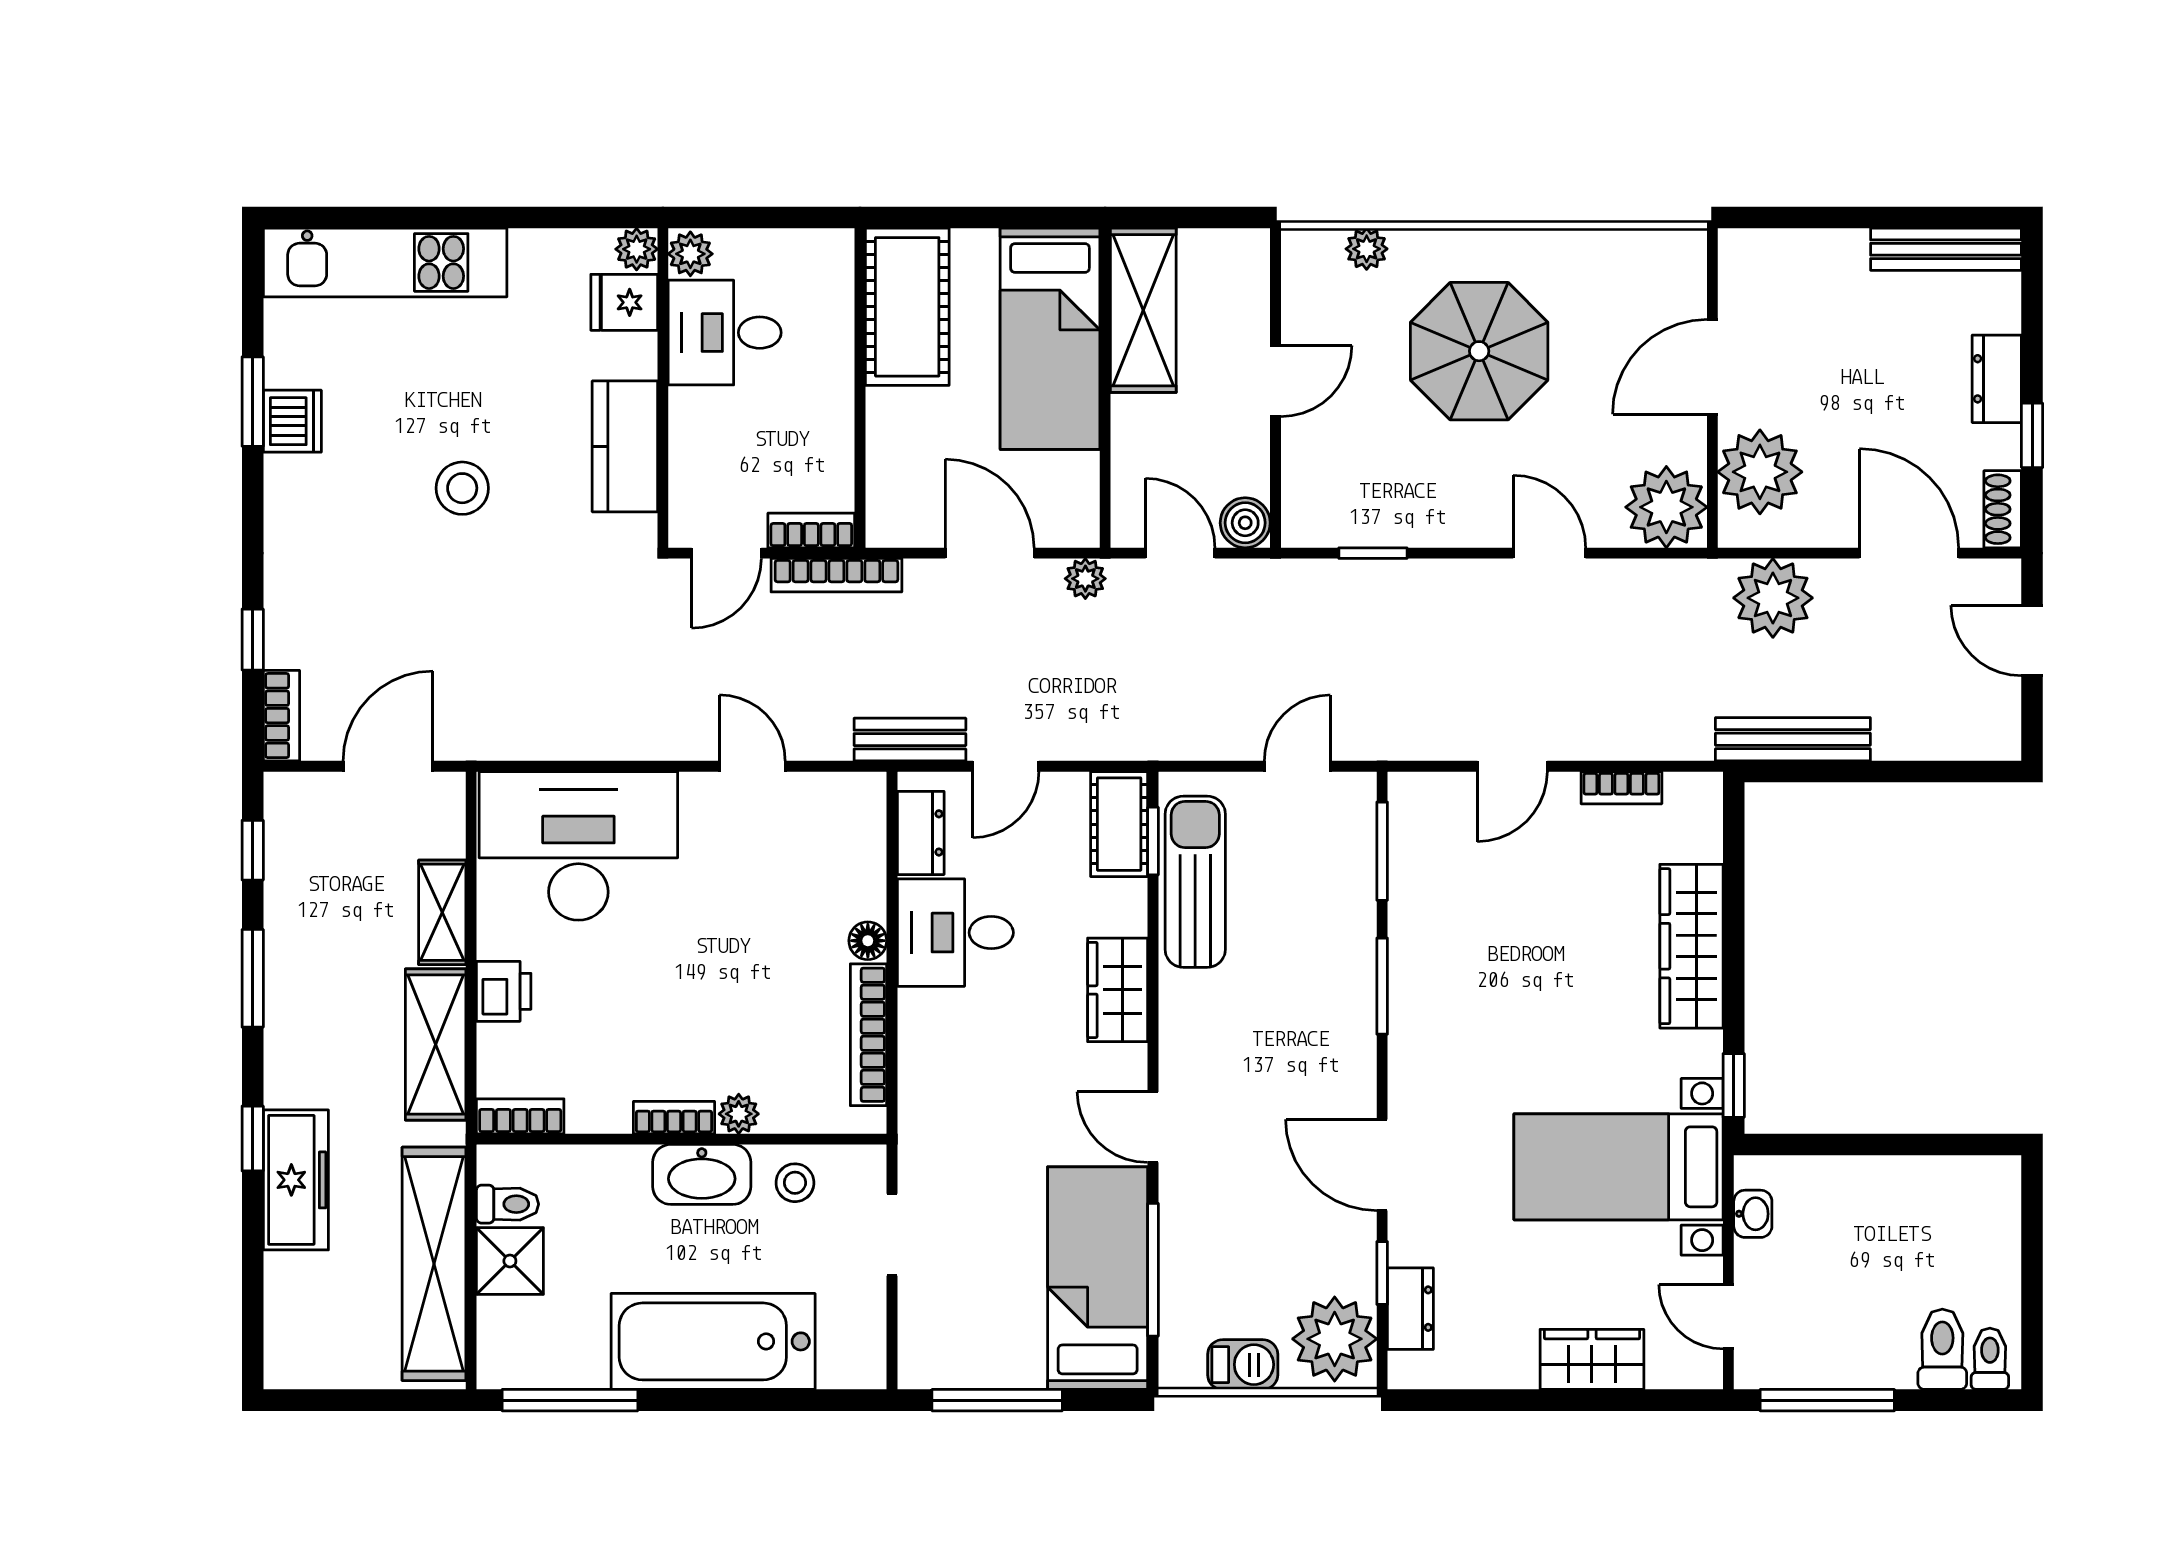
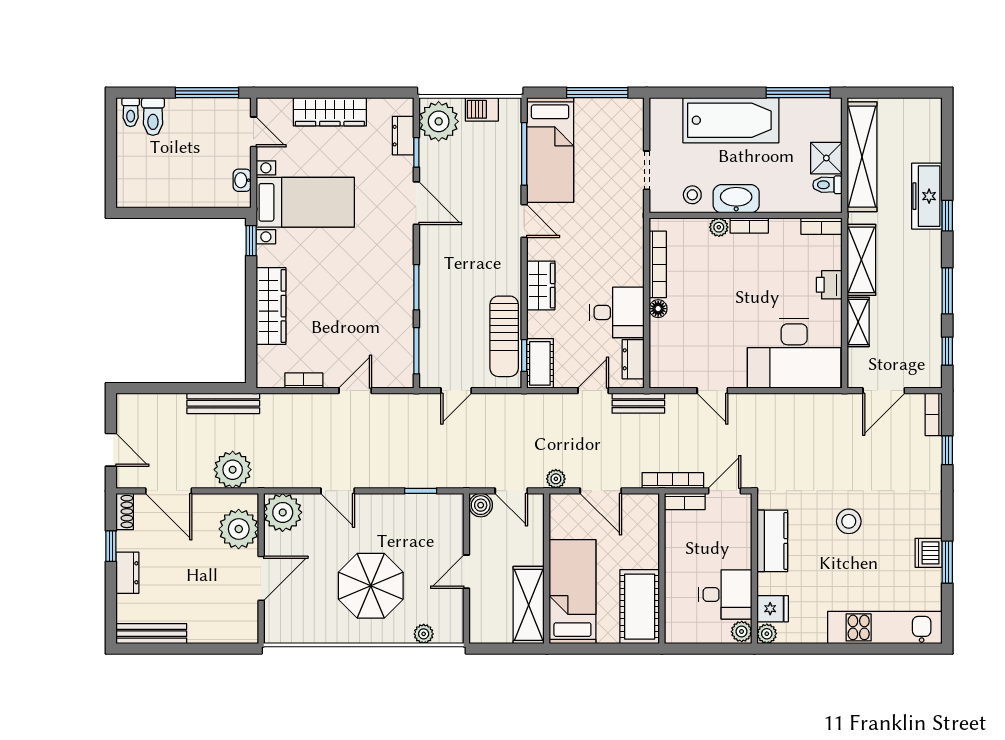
wardrobe: (1592, 1359) -> (330, 112), width x1.50

